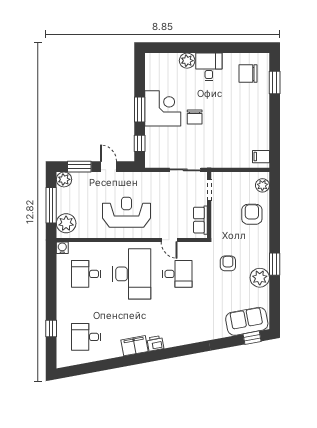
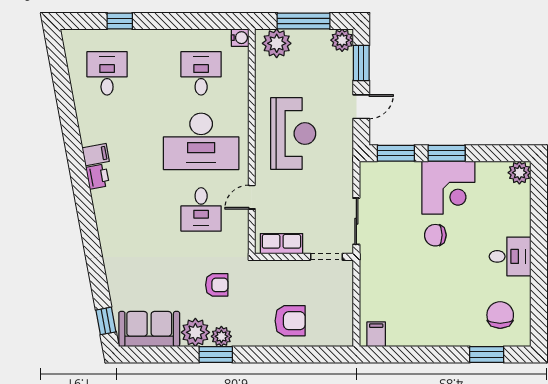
plant: (187, 61) -> (519, 173), moved
window: (140, 143) -> (396, 153), width x1.50
plant: (262, 185) -> (221, 336), moved
sofa: (247, 321) -> (149, 329), moved, turned -80
filing cabinet: (135, 346) -> (96, 155), width x0.50

